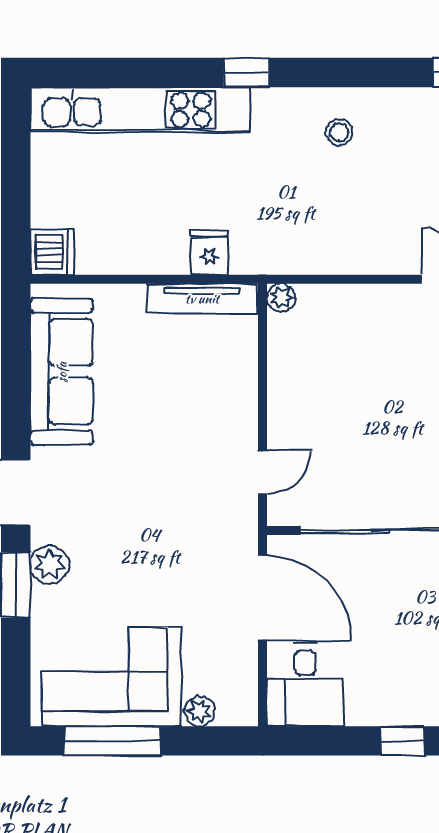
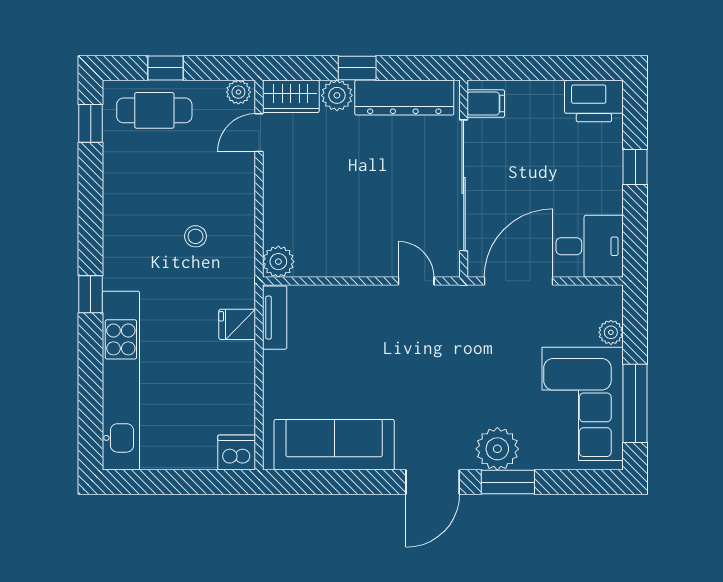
stool: (339, 132) -> (196, 236), moved
plant: (281, 298) -> (278, 262), width x1.38, depth x1.38
tv unit: (202, 299) -> (275, 318), width x0.71
plant: (50, 565) -> (497, 449), width x1.36, depth x1.36

